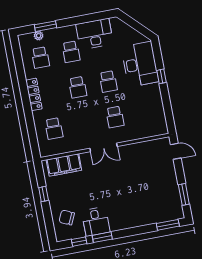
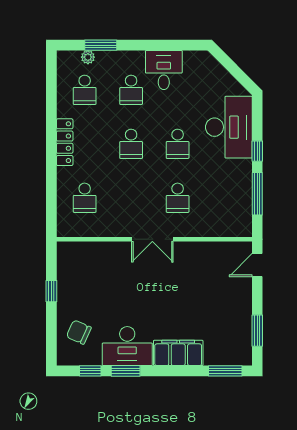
desk: (94, 34) -> (164, 70), width x0.73
window: (167, 104) -> (257, 194), added
door: (176, 151) -> (257, 265), swing flipped
filing cabinet: (64, 165) -> (178, 353), moved, turned 180
desk: (96, 222) -> (127, 346), width x1.37

